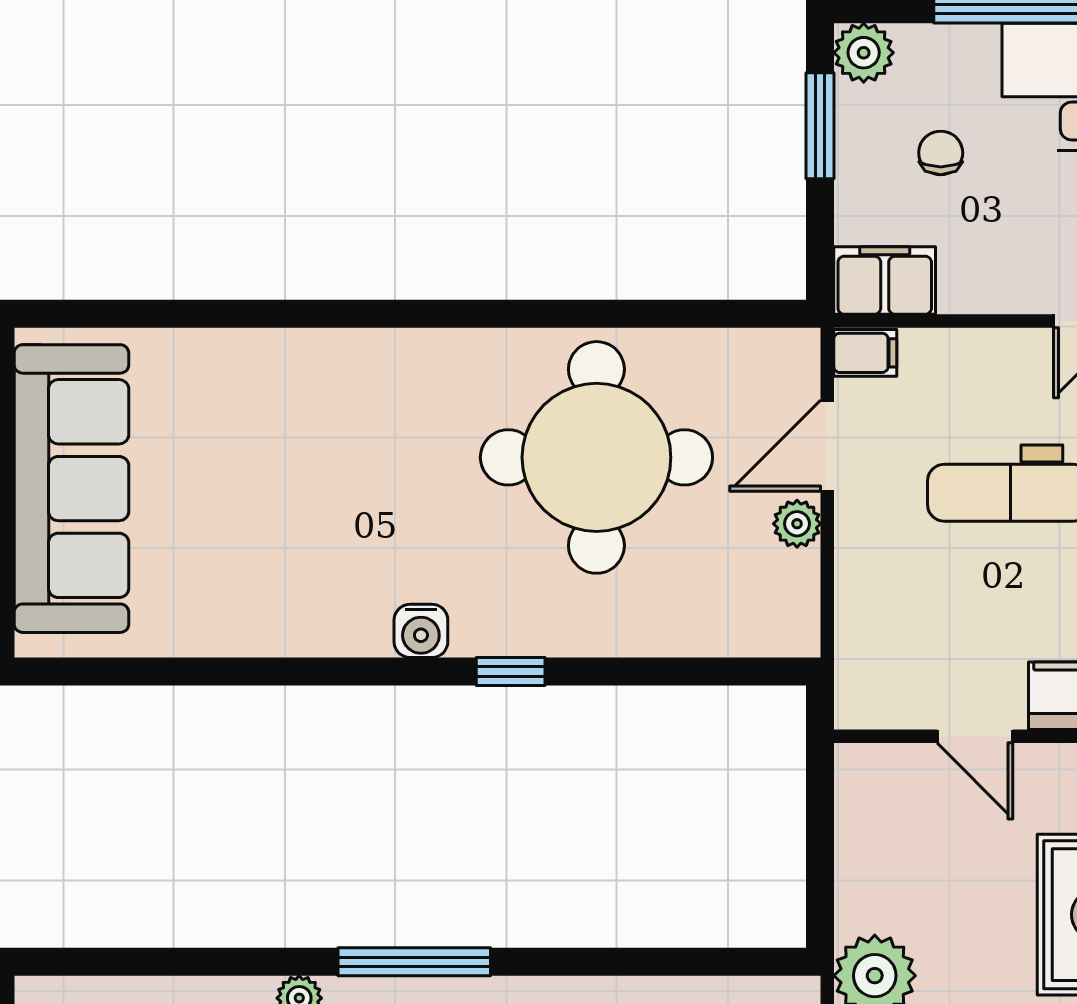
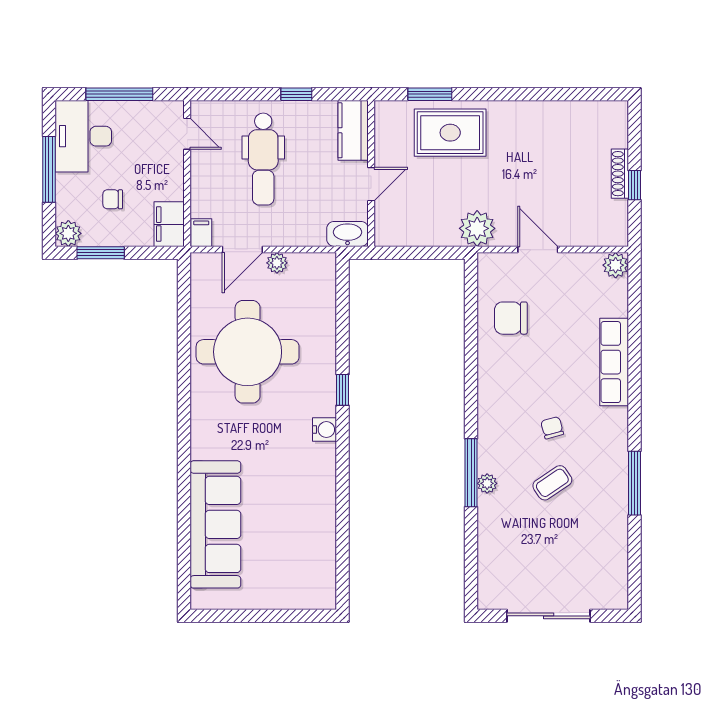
door: (827, 446) -> (242, 250), hinge flipped
sofa: (71, 489) -> (215, 524), moved, turned 90
washbasin: (862, 683) -> (348, 234), added
window: (414, 962) -> (471, 473), moved

